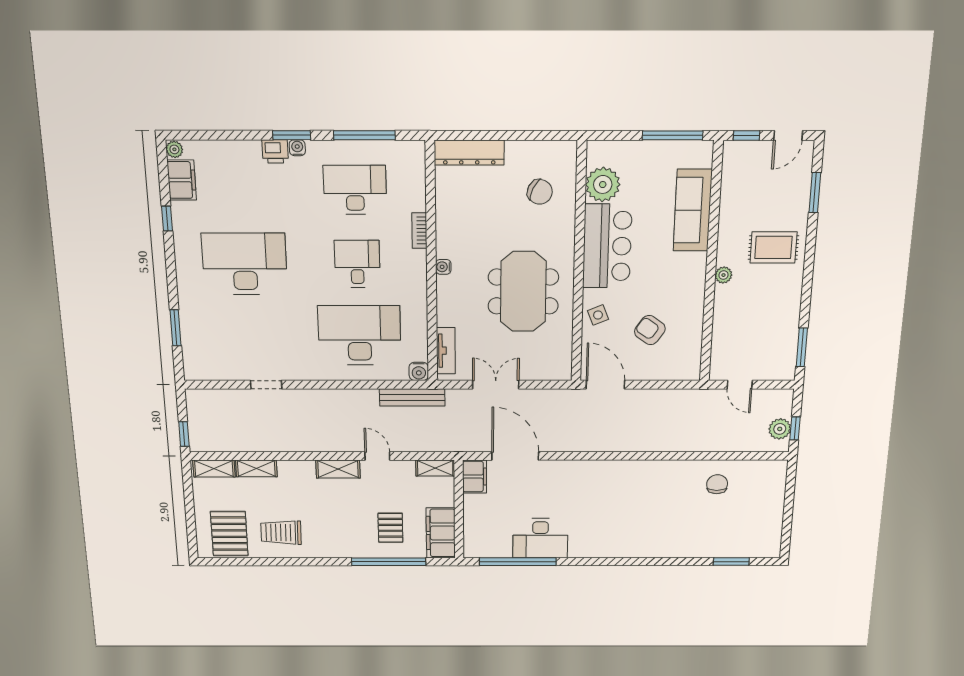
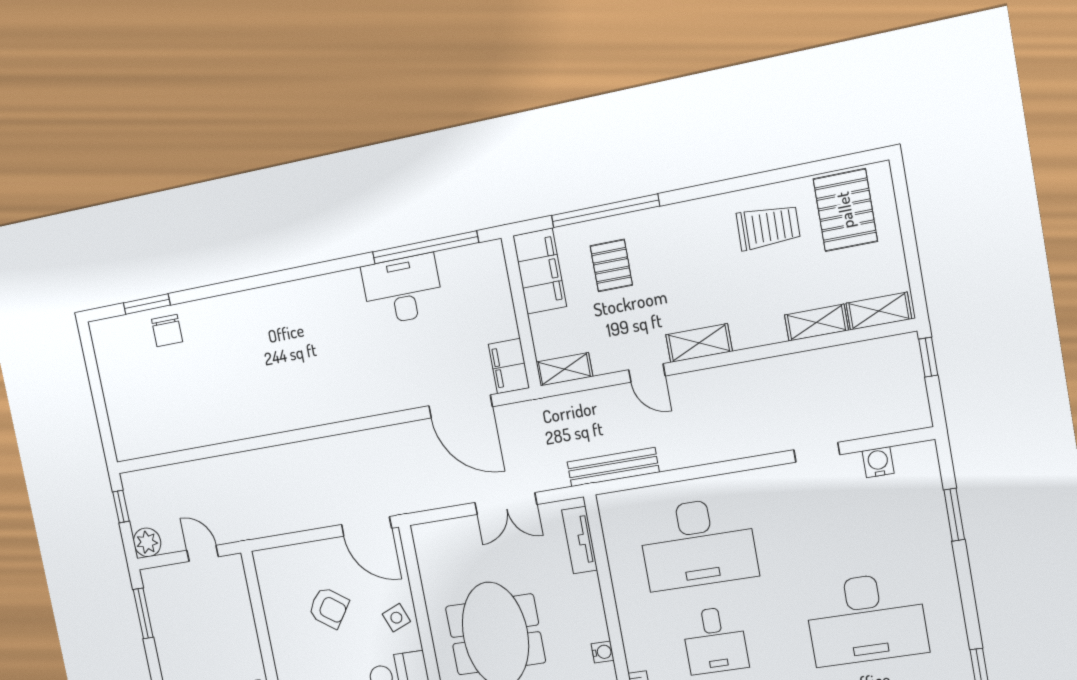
water cooler: (419, 371) -> (878, 462), moved
plant: (780, 429) -> (147, 542), moved
chair: (717, 484) -> (167, 331), moved

